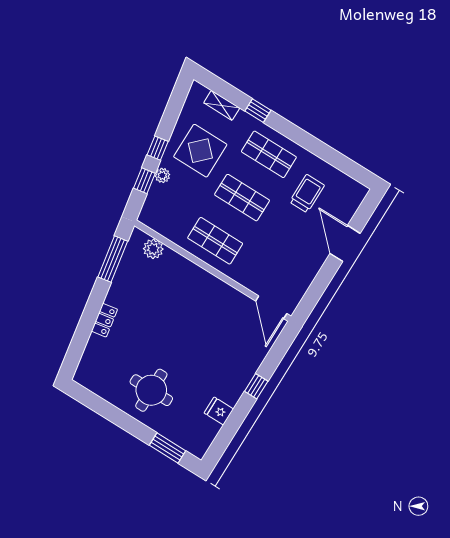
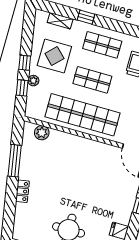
shop shelf: (215, 241) -> (83, 115), width x2.00, depth x1.36
window: (113, 259) -> (15, 161), moved

